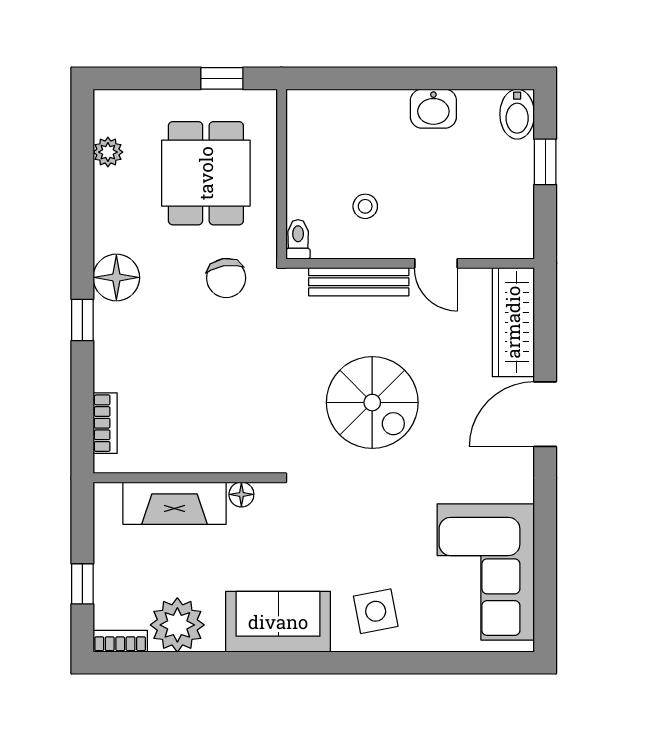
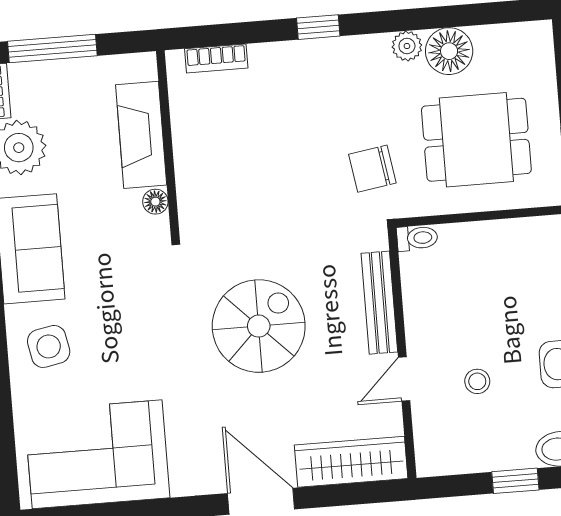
plant: (108, 152) -> (407, 46), moved
stool: (365, 206) -> (477, 381), moved
floor lamp: (116, 277) -> (449, 51), moved
spiral stairs: (372, 403) -> (259, 326), turned 180
window: (82, 584) -> (52, 48), width x2.17

